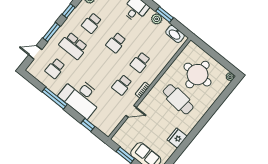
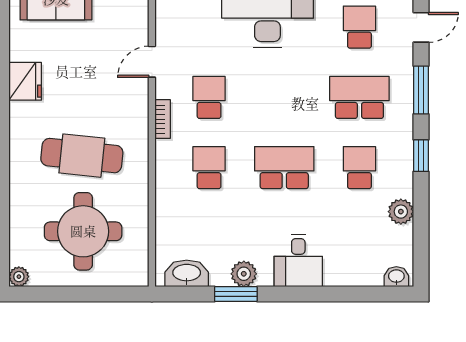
school desk: (116, 43) -> (284, 168), width x1.85

